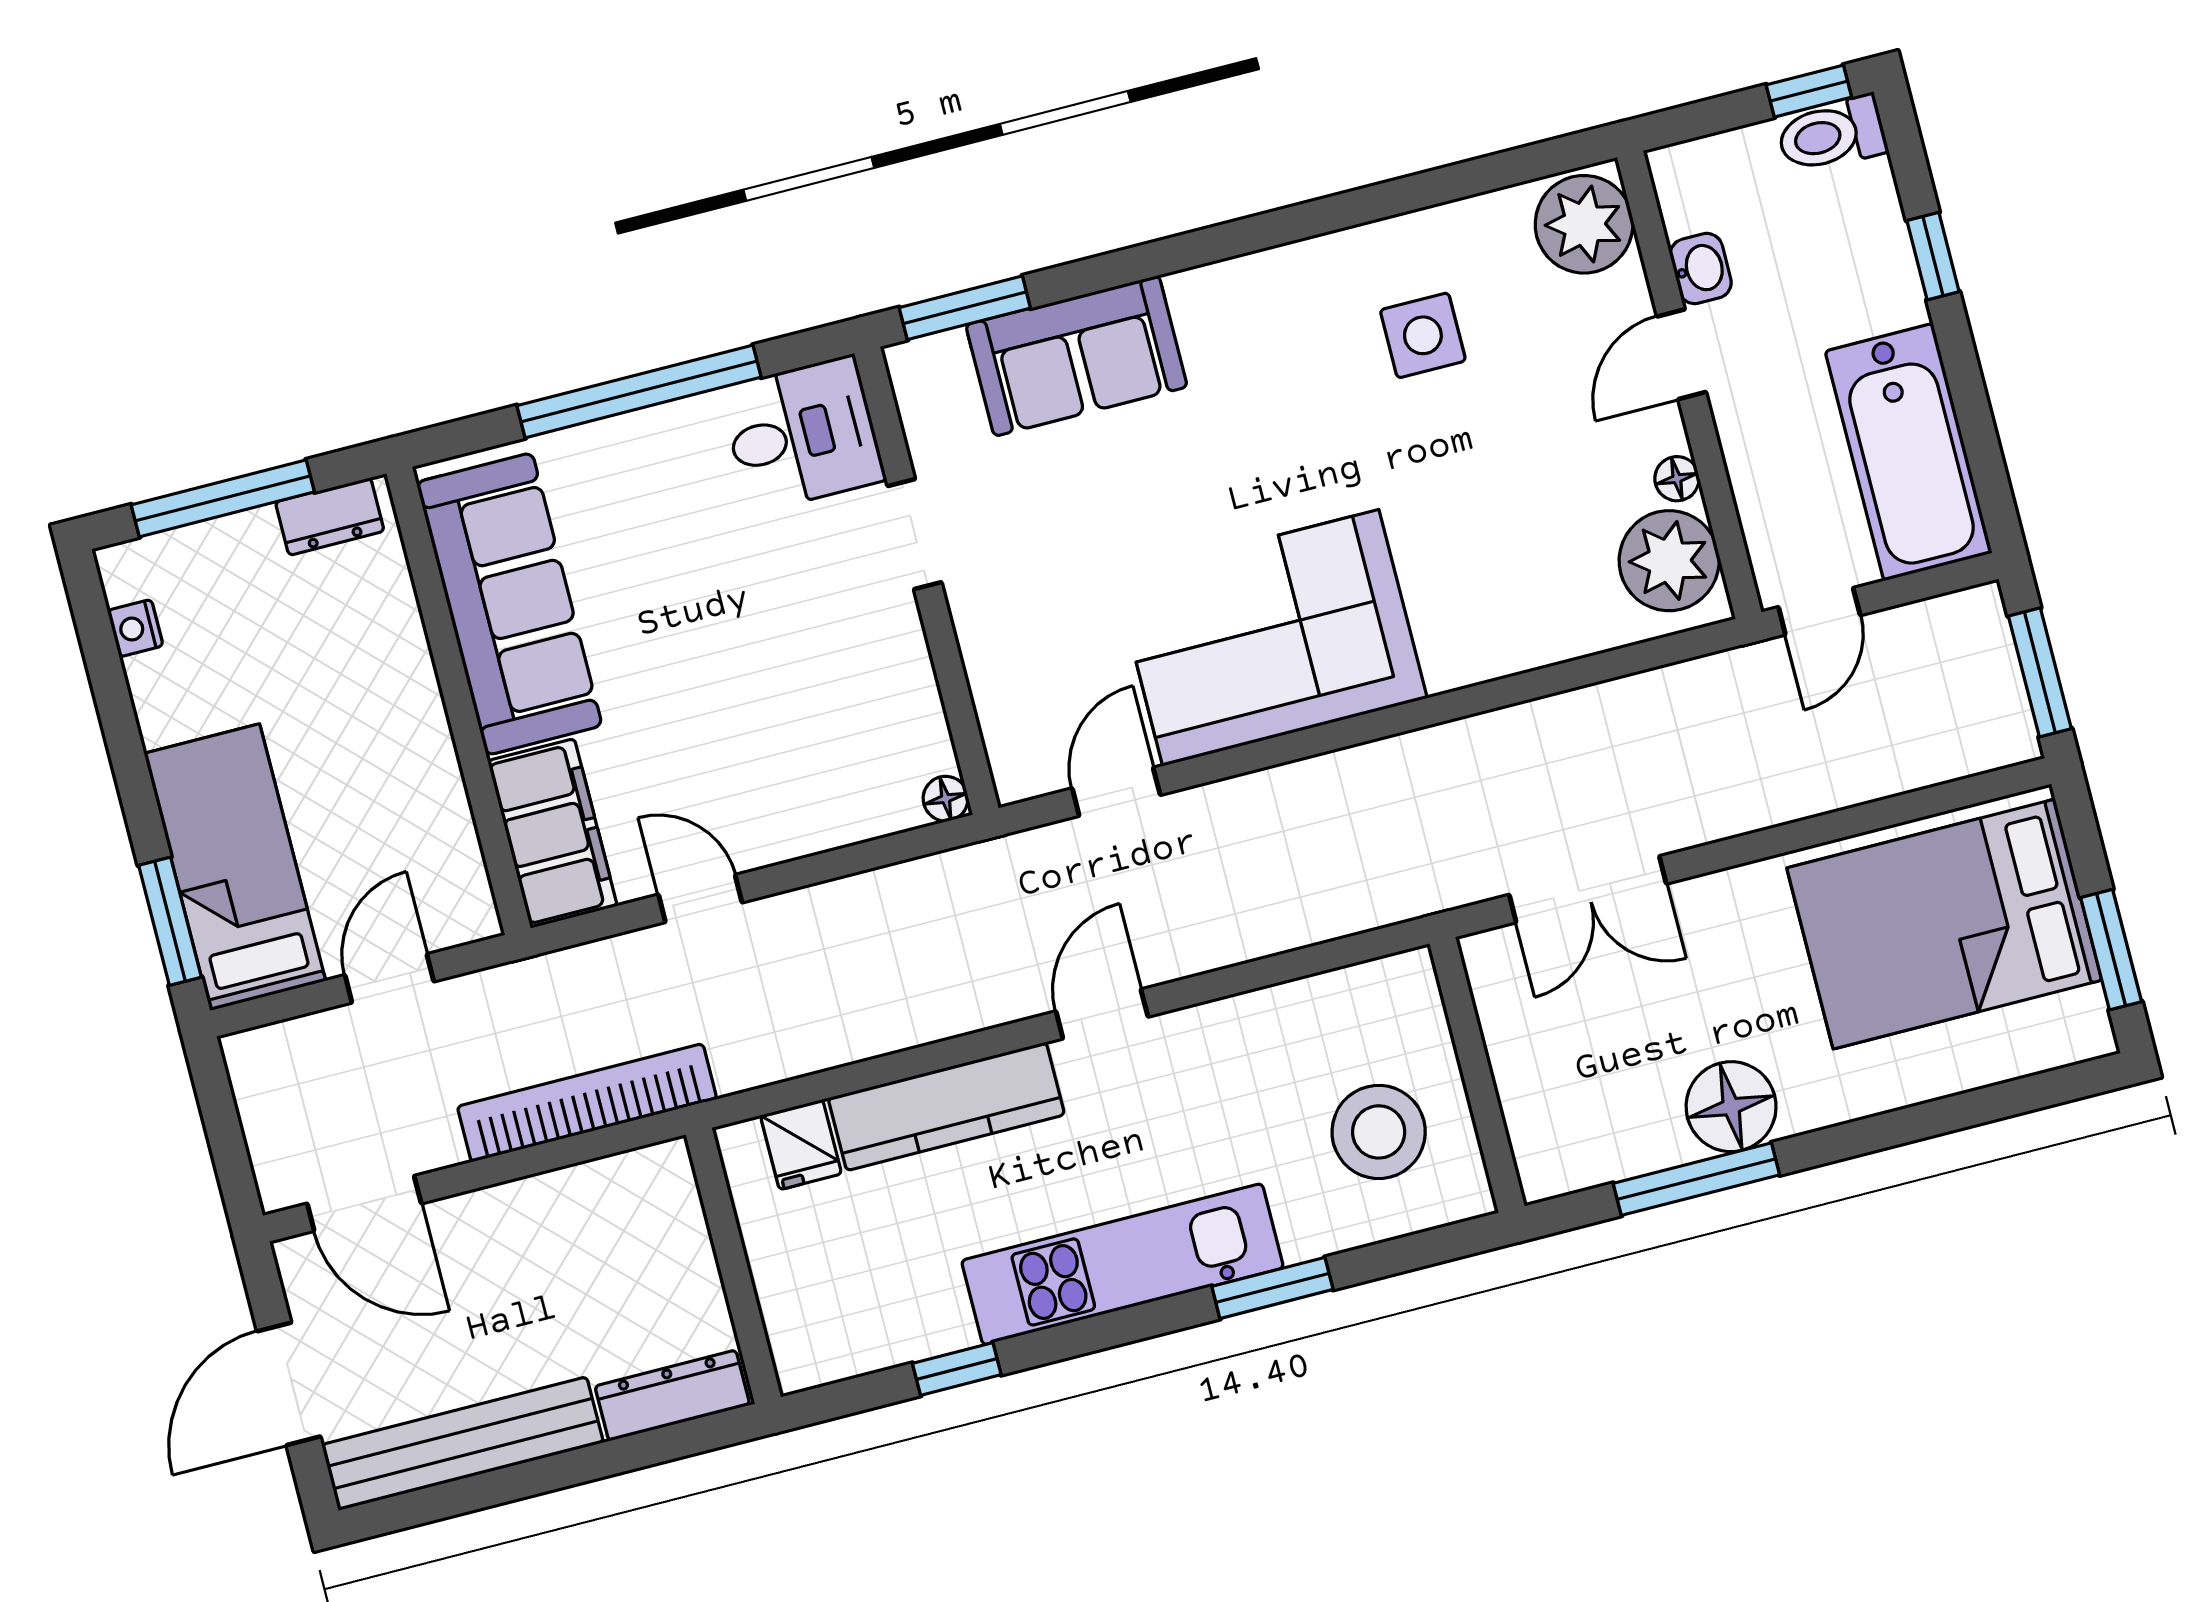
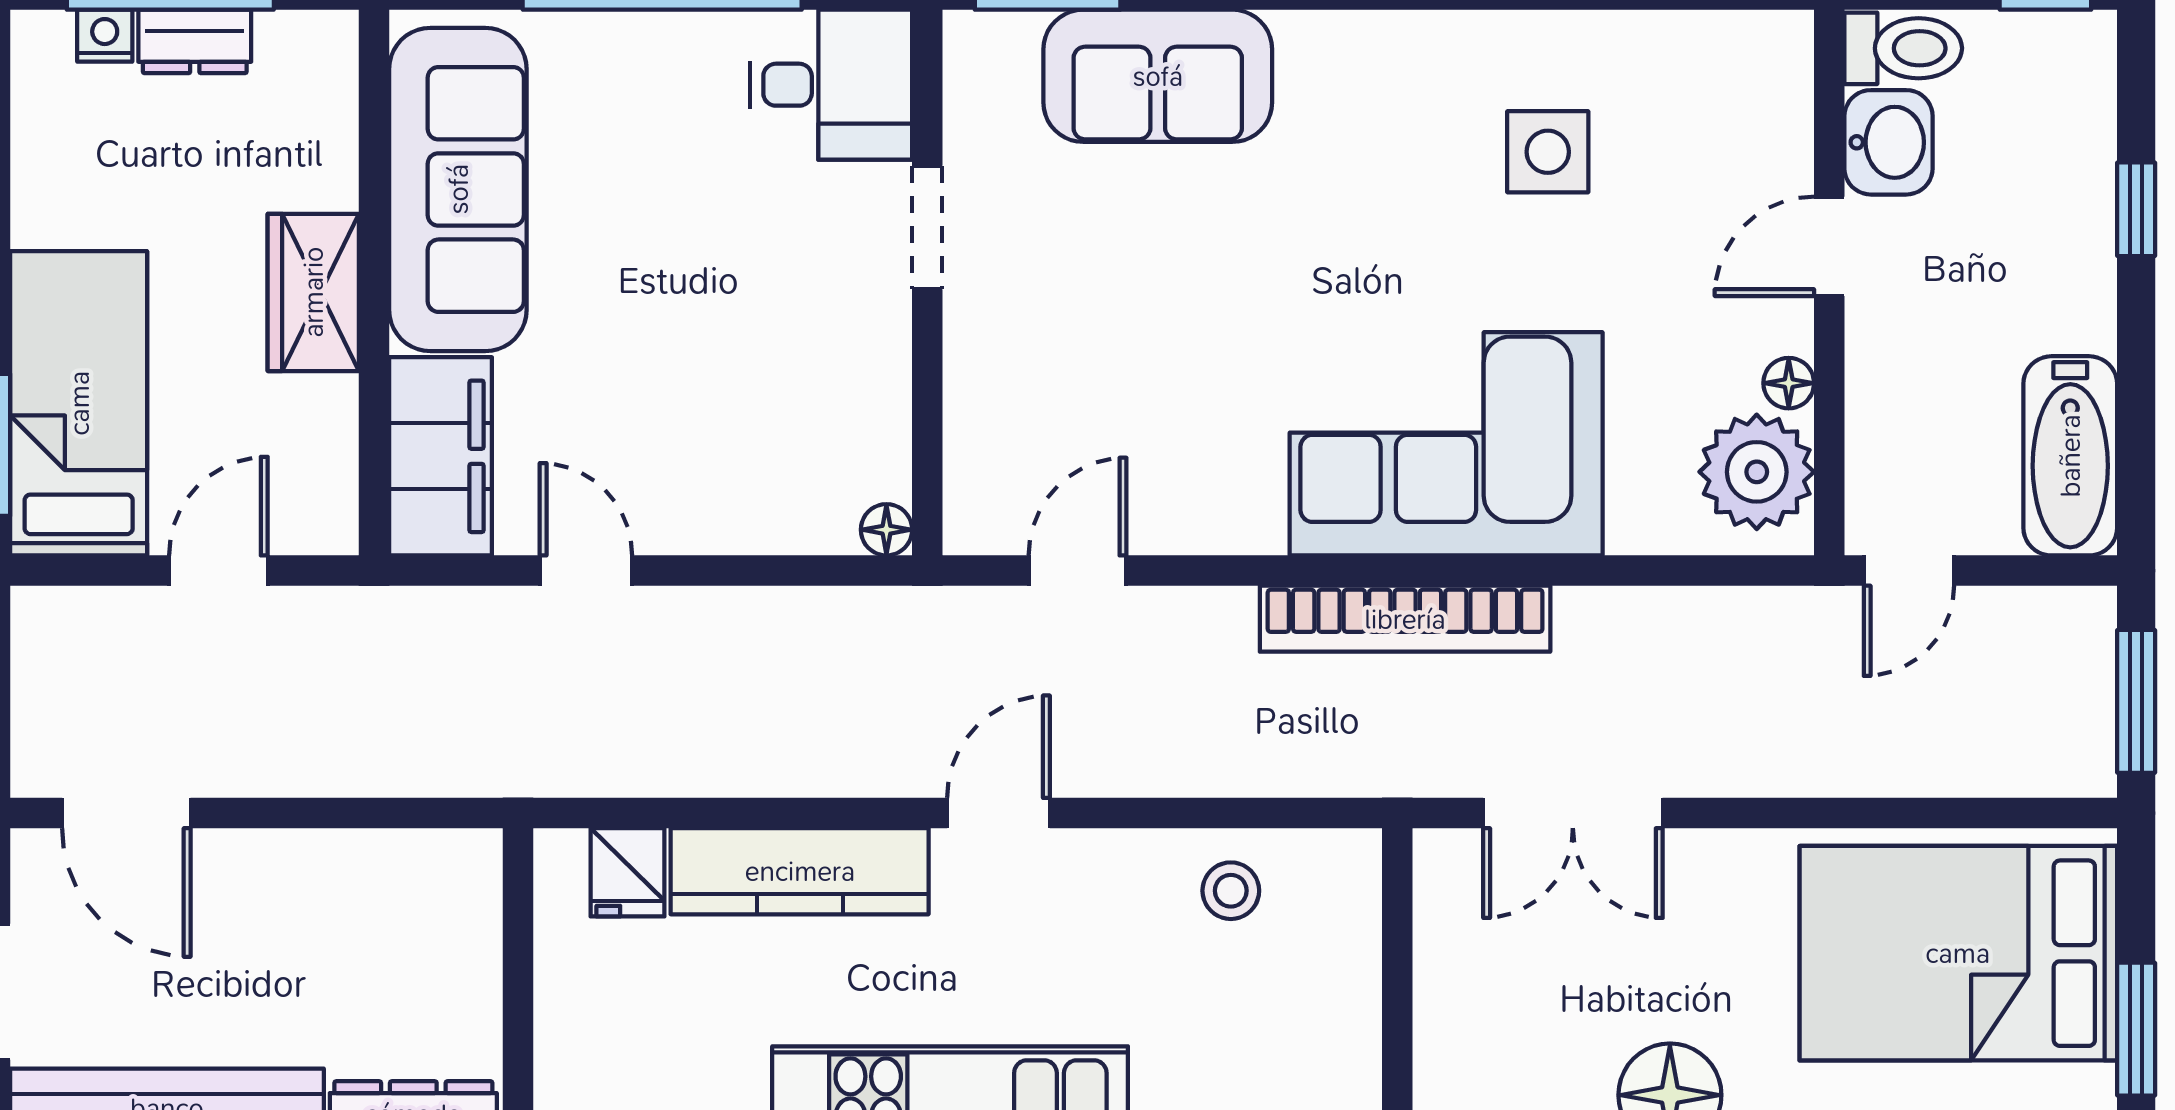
toilet: (1832, 135) -> (1903, 48), moved, turned 180
plant: (1584, 224) -> (1758, 74), removed
washbasin: (1701, 269) -> (1889, 142), width x1.38, depth x1.45
bathtub: (1909, 452) -> (2070, 456), width x0.73, depth x0.73
dresser: (330, 517) -> (195, 41), moved
nightstand: (135, 628) -> (105, 36), moved, turned 90
corner sofa: (1271, 638) -> (1446, 444), moved
wardrobe: (409, 722) -> (313, 292), added
bookcase: (587, 1103) -> (1405, 619), moved, turned 180
stool: (1379, 1132) -> (1231, 891), moved, width x0.53, depth x0.53

